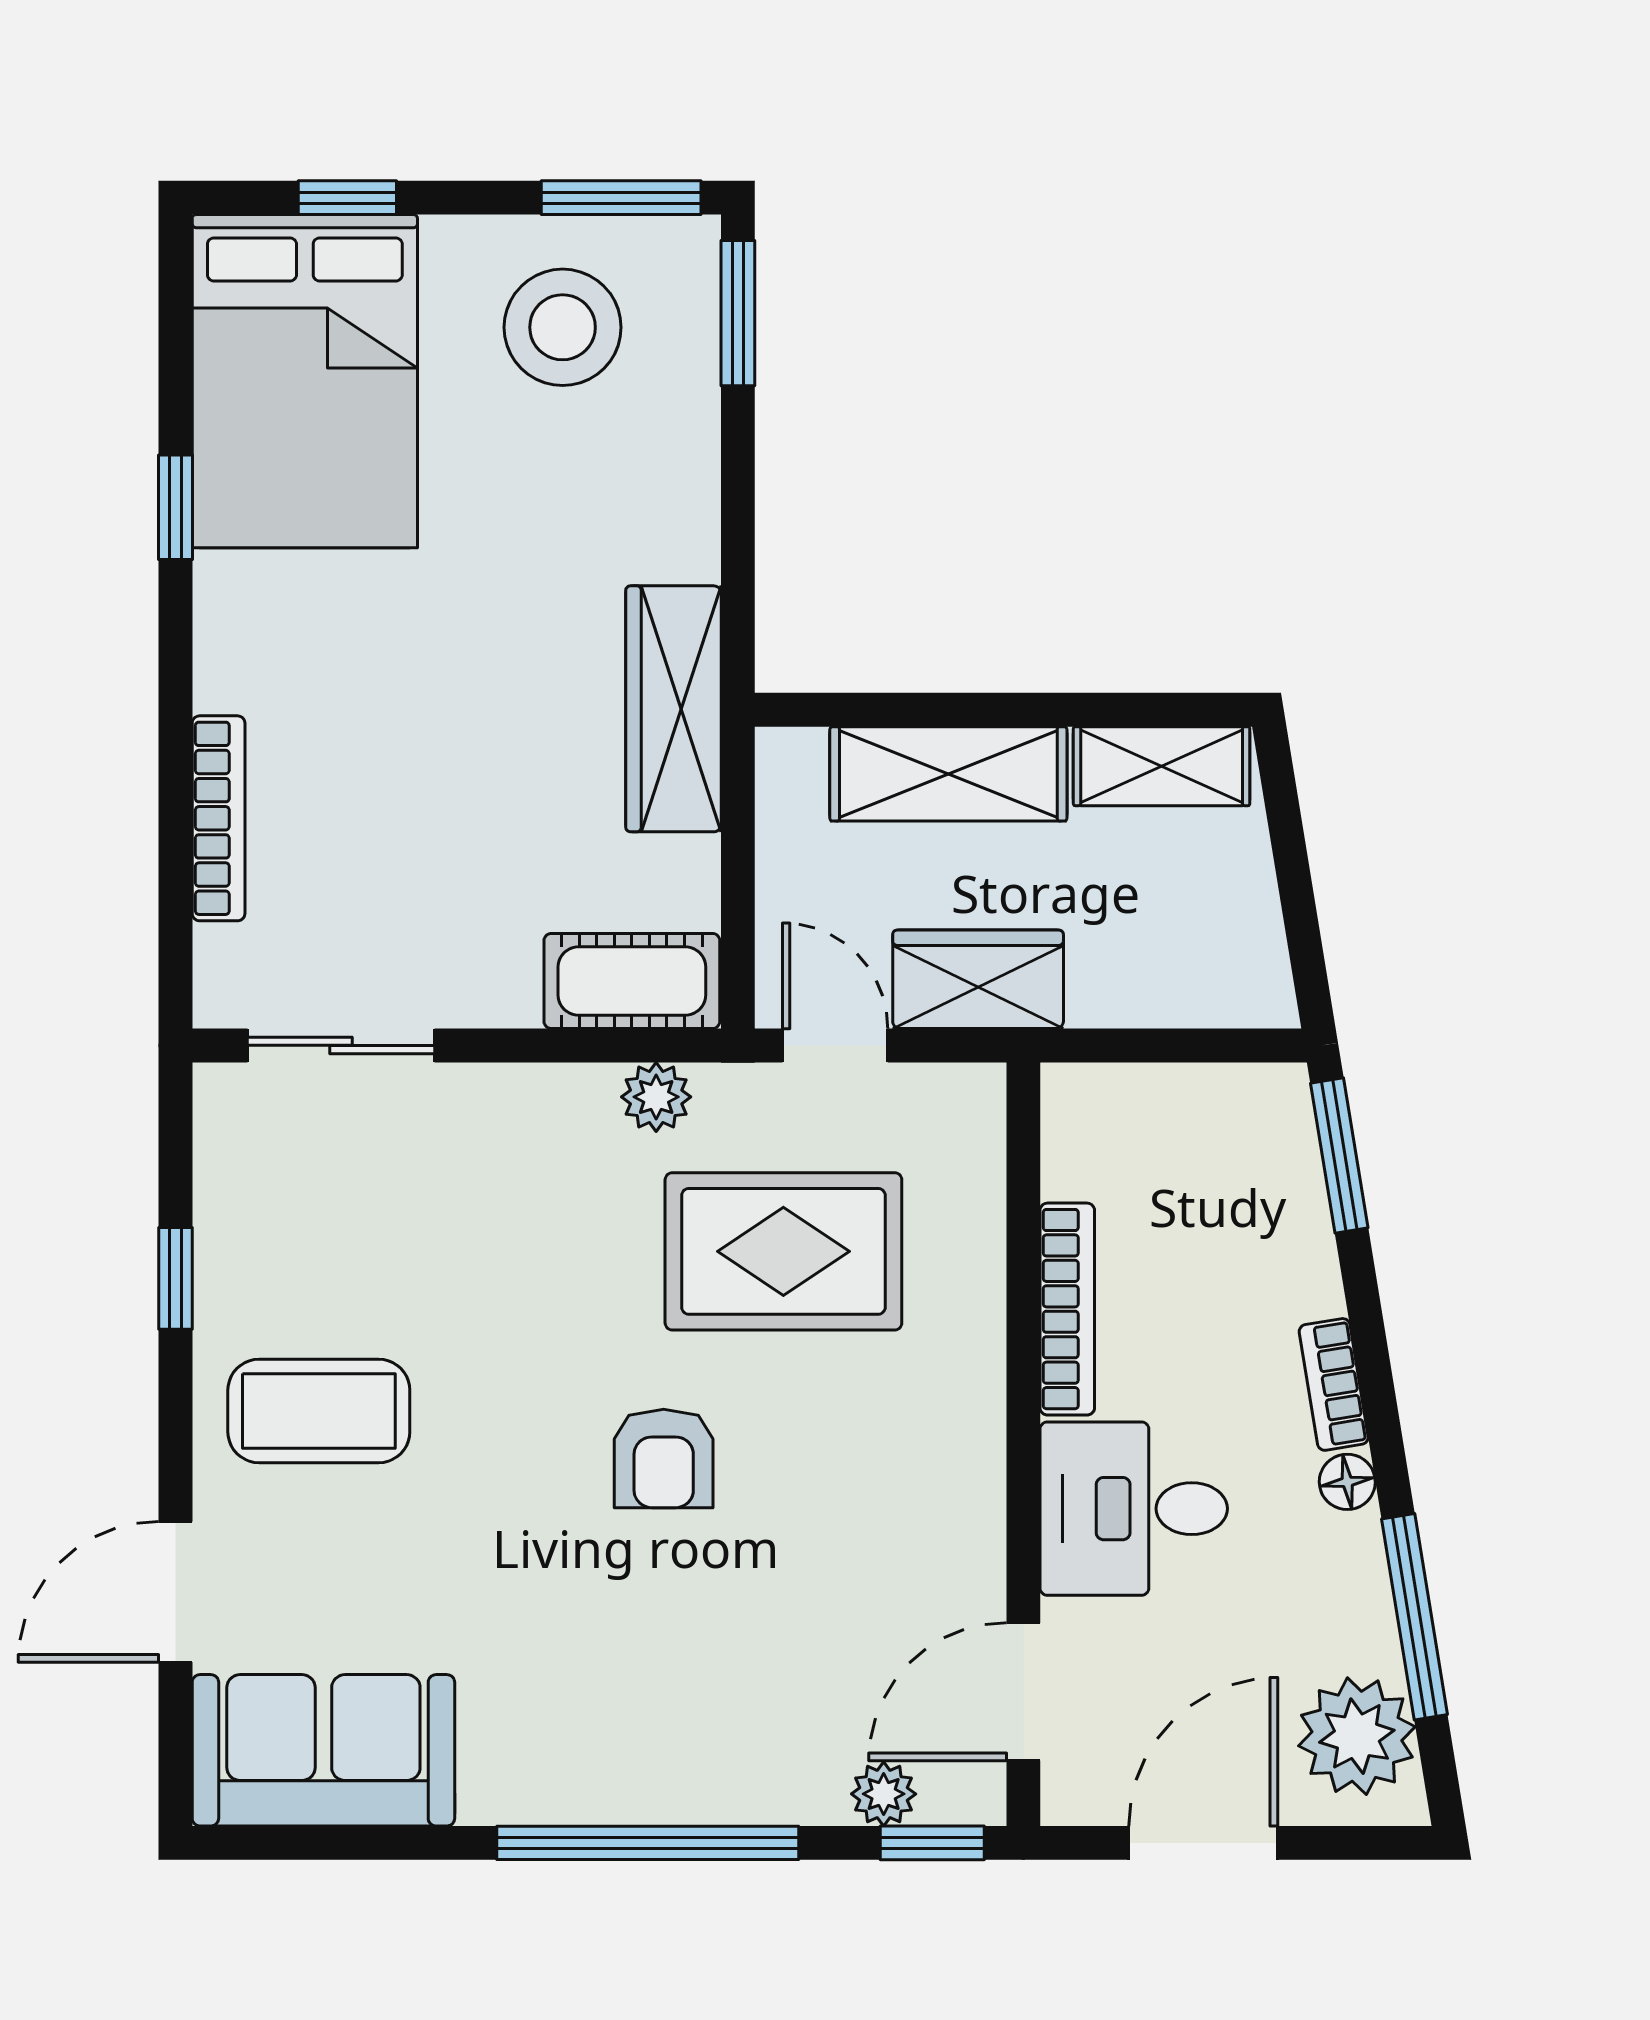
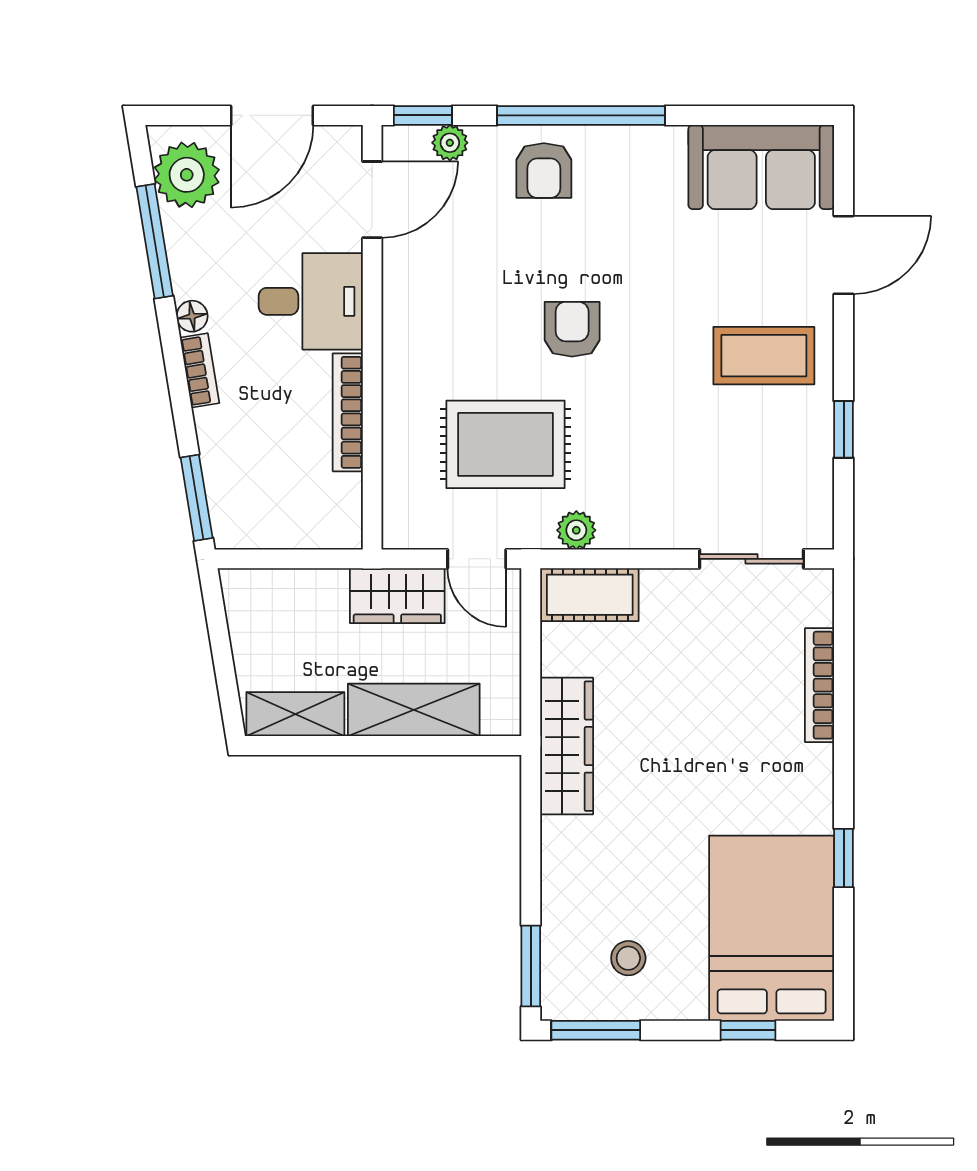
stool: (563, 327) -> (628, 958), width x0.53, depth x0.53
armchair: (714, 1744) -> (544, 170), added

